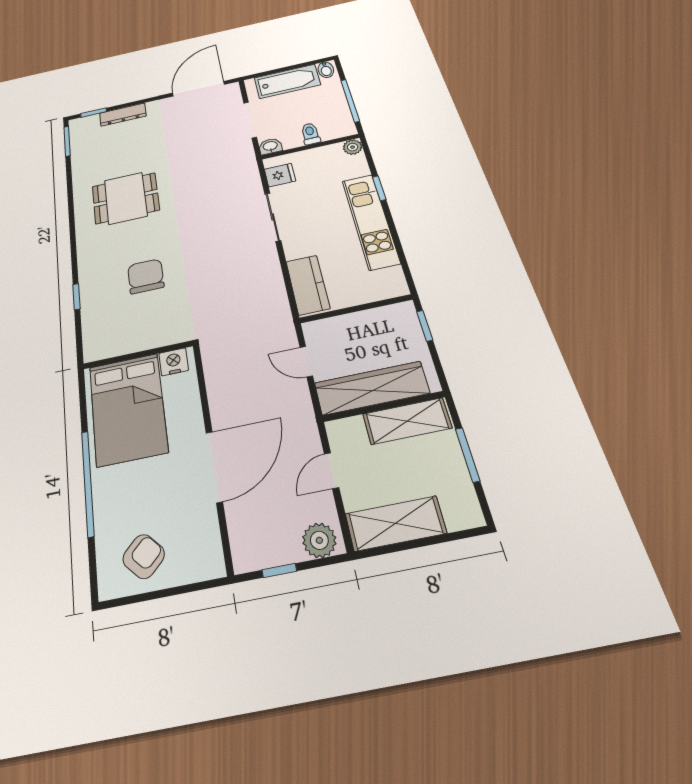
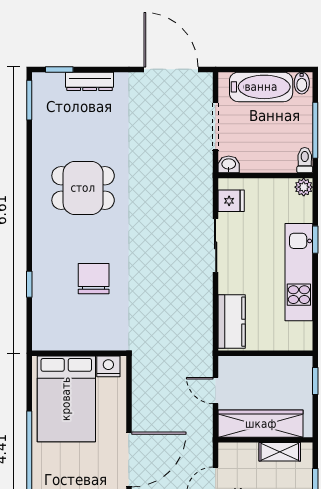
door: (198, 89) -> (171, 69), hinge flipped
toilet: (310, 134) -> (305, 160), moved
shelving: (407, 421) -> (280, 452), width x0.67, depth x0.75

